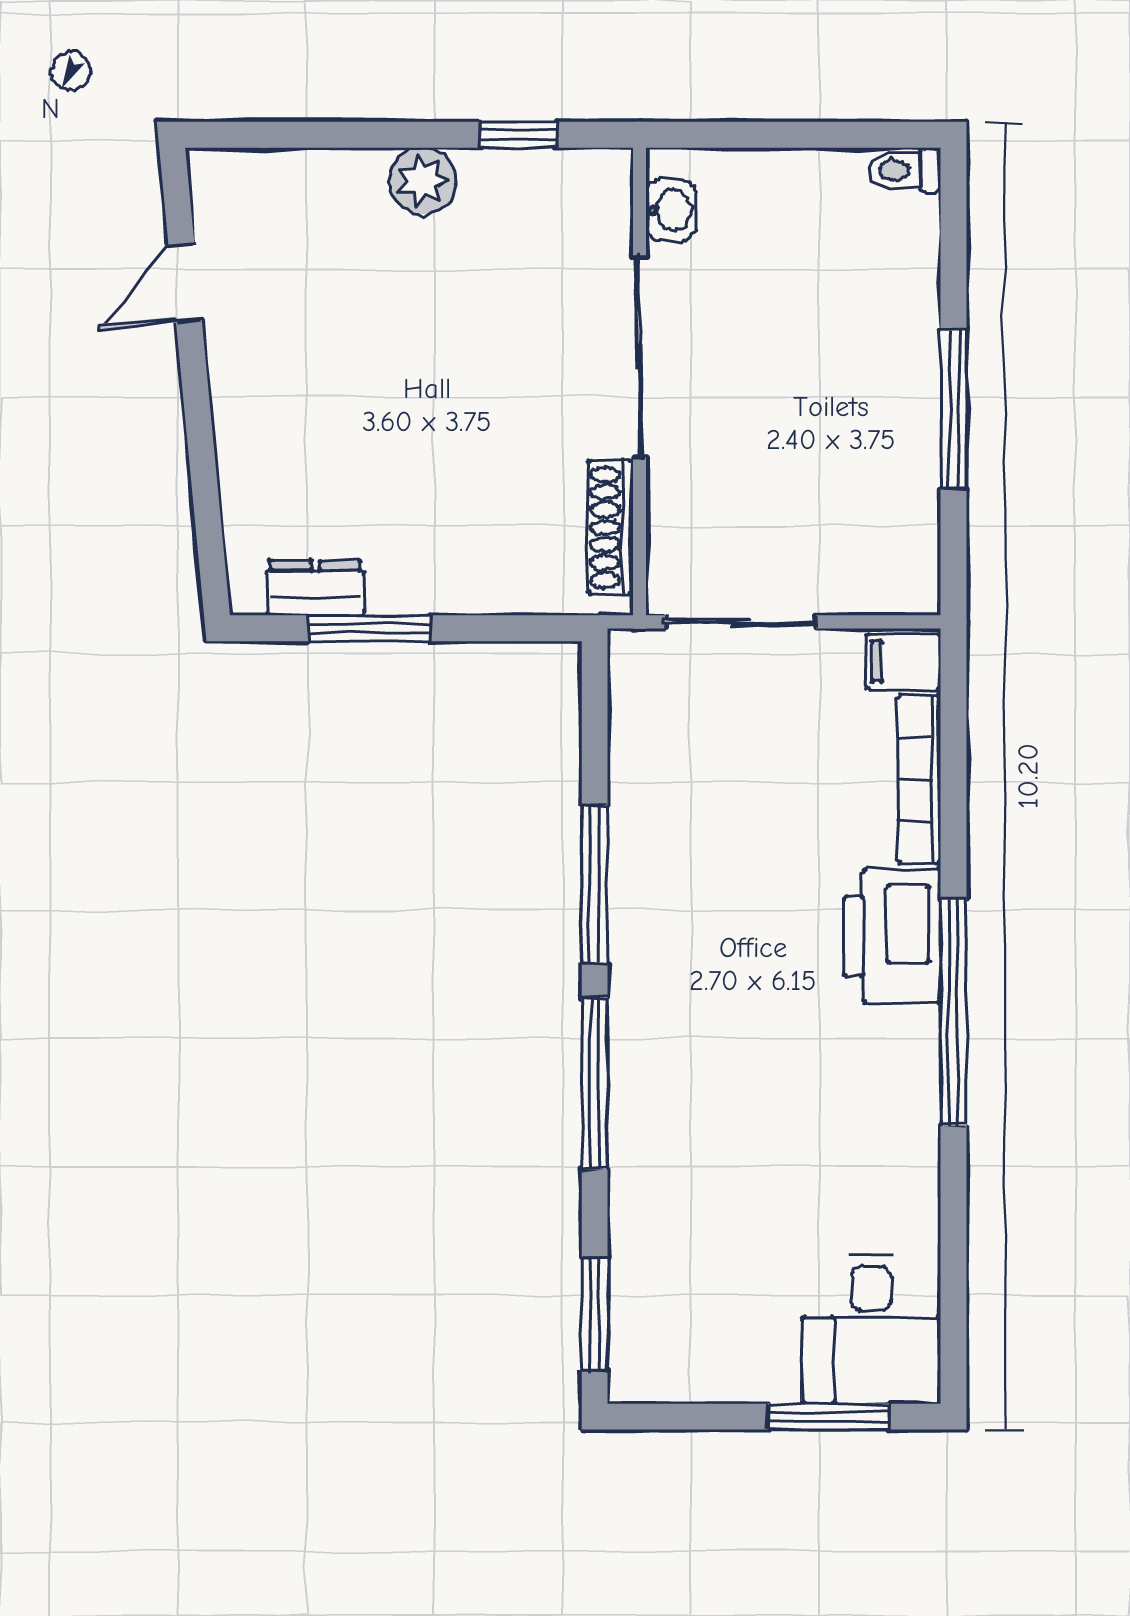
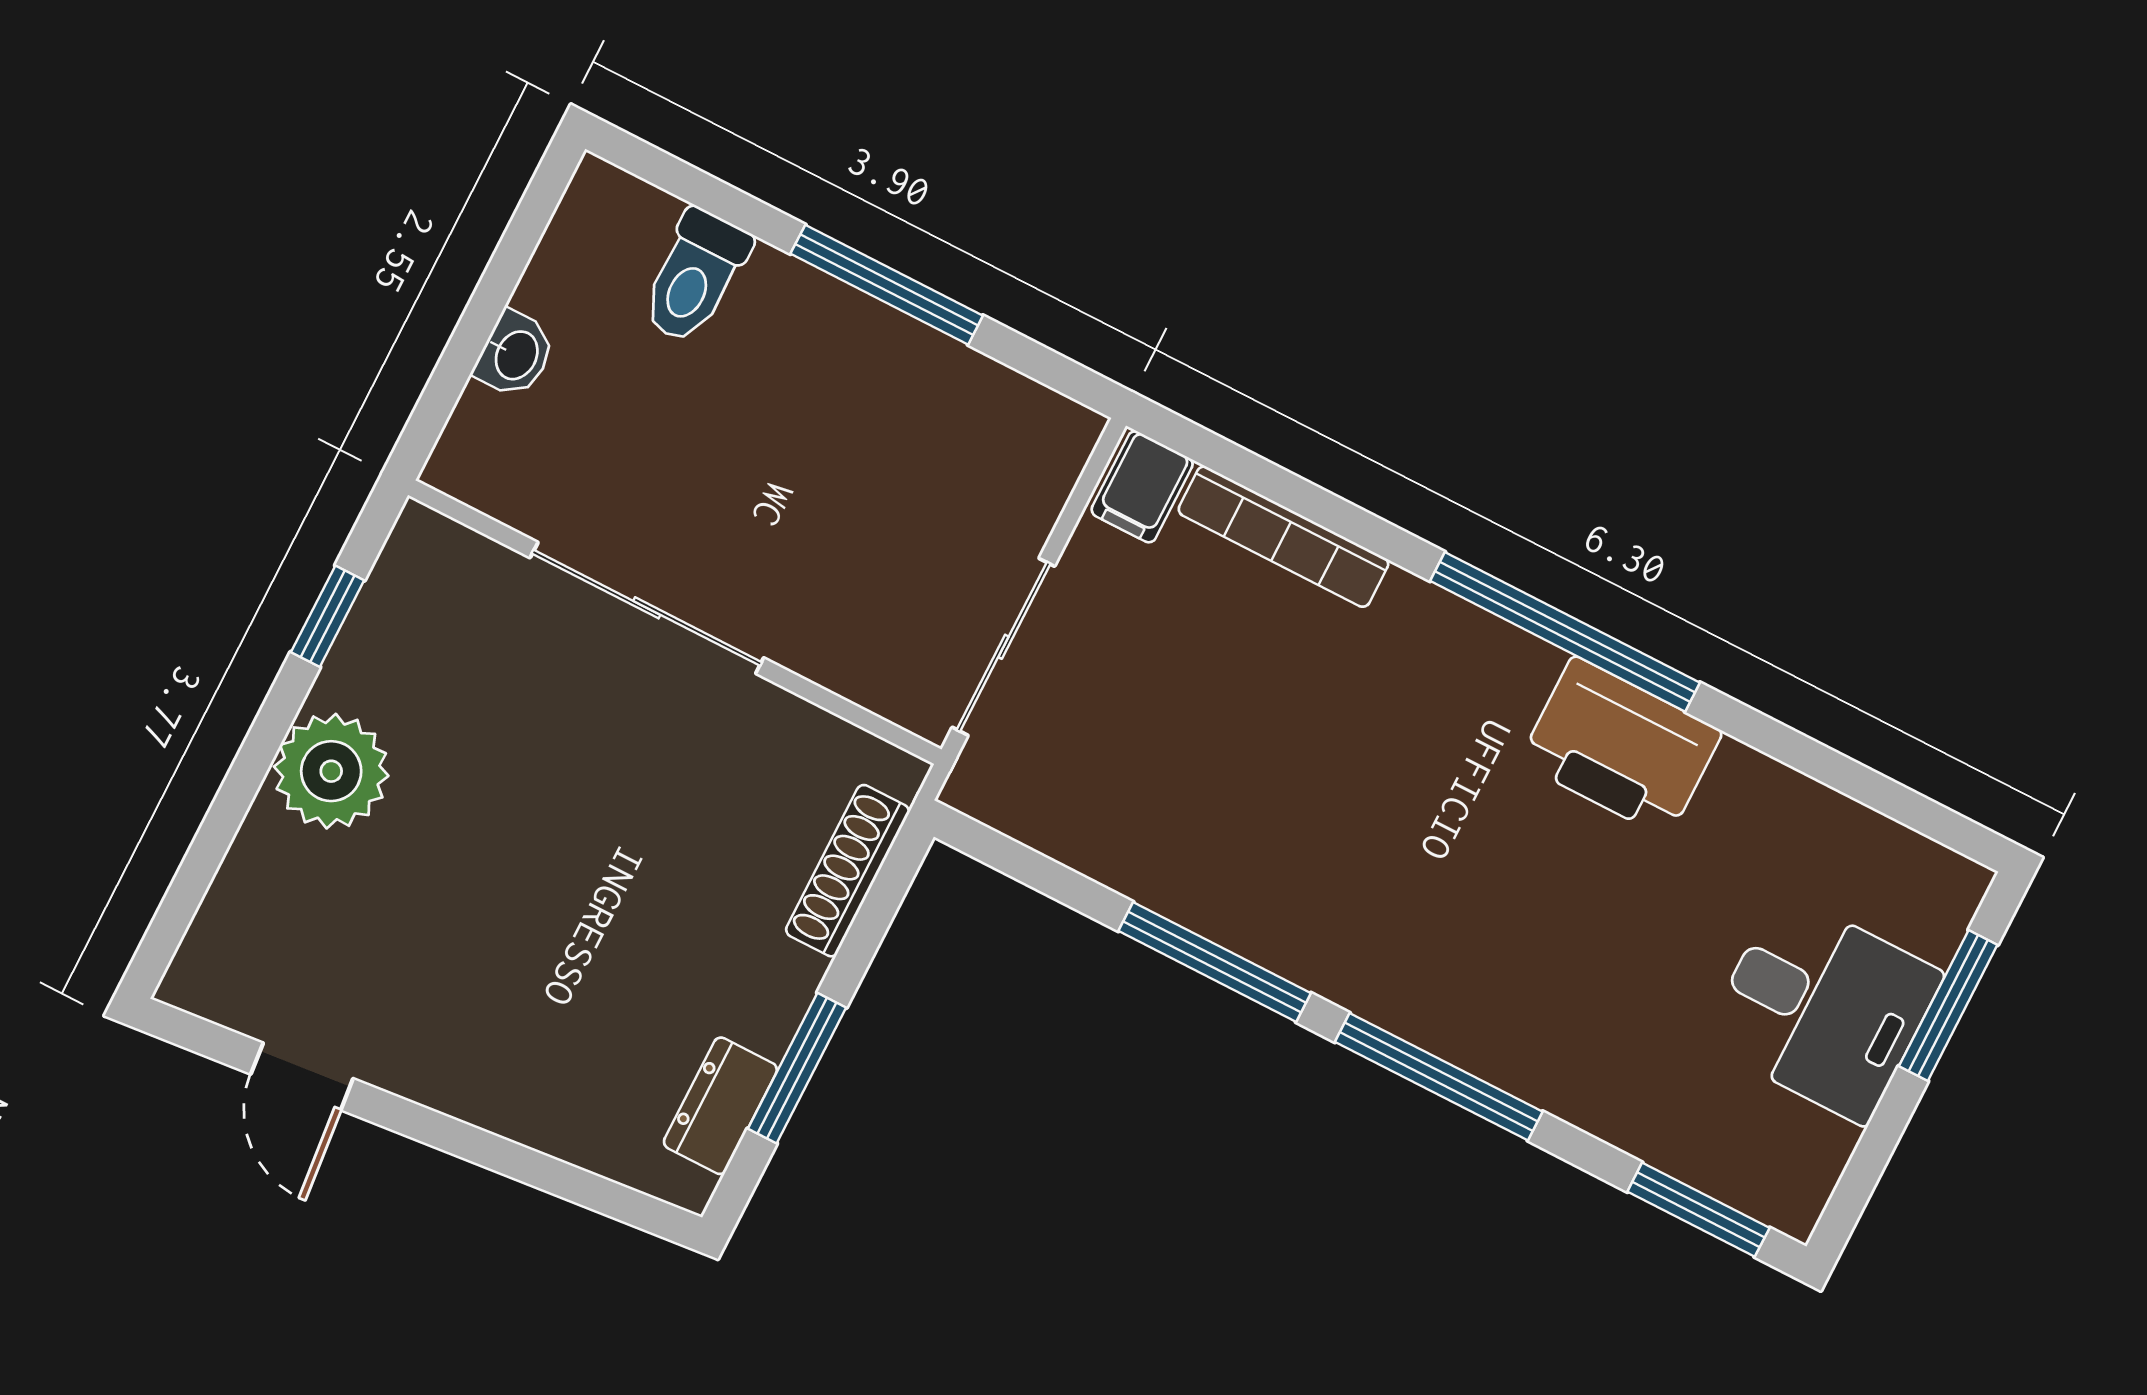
toilet: (904, 170) -> (695, 276), moved, width x1.37, depth x1.39
plant: (423, 181) -> (331, 771), width x1.36, depth x1.36
washbasin: (671, 210) -> (515, 354), moved, turned 90
shoe rack: (610, 527) -> (848, 871), moved, turned 90
printer: (892, 936) -> (1621, 747), moved
desk: (871, 1329) -> (1823, 1008), moved

